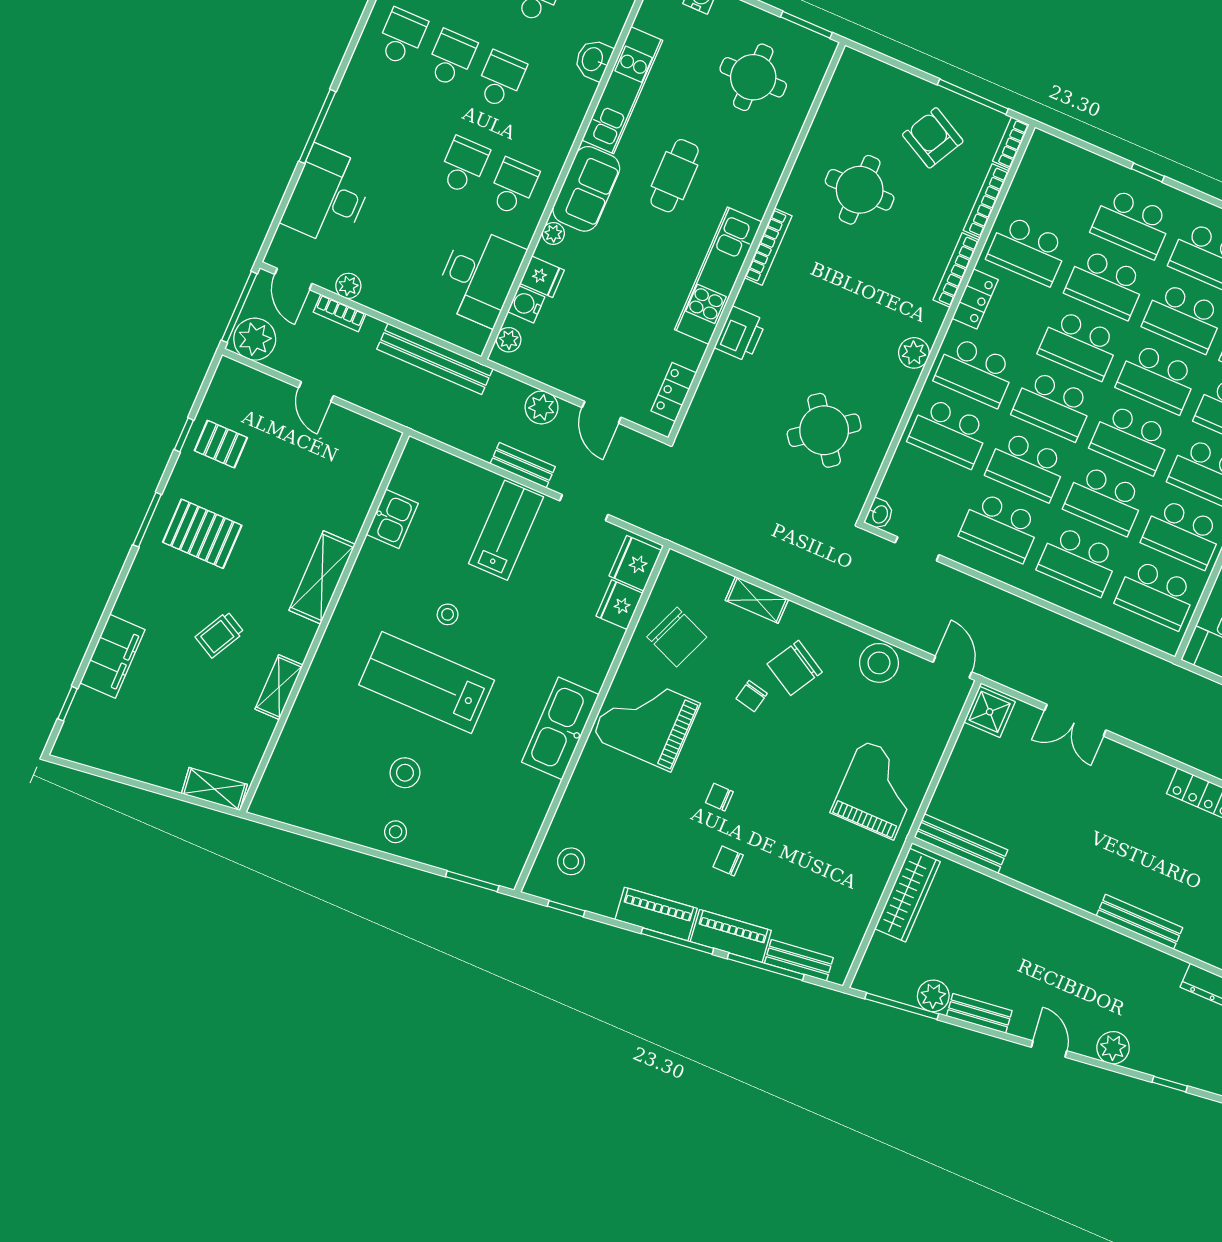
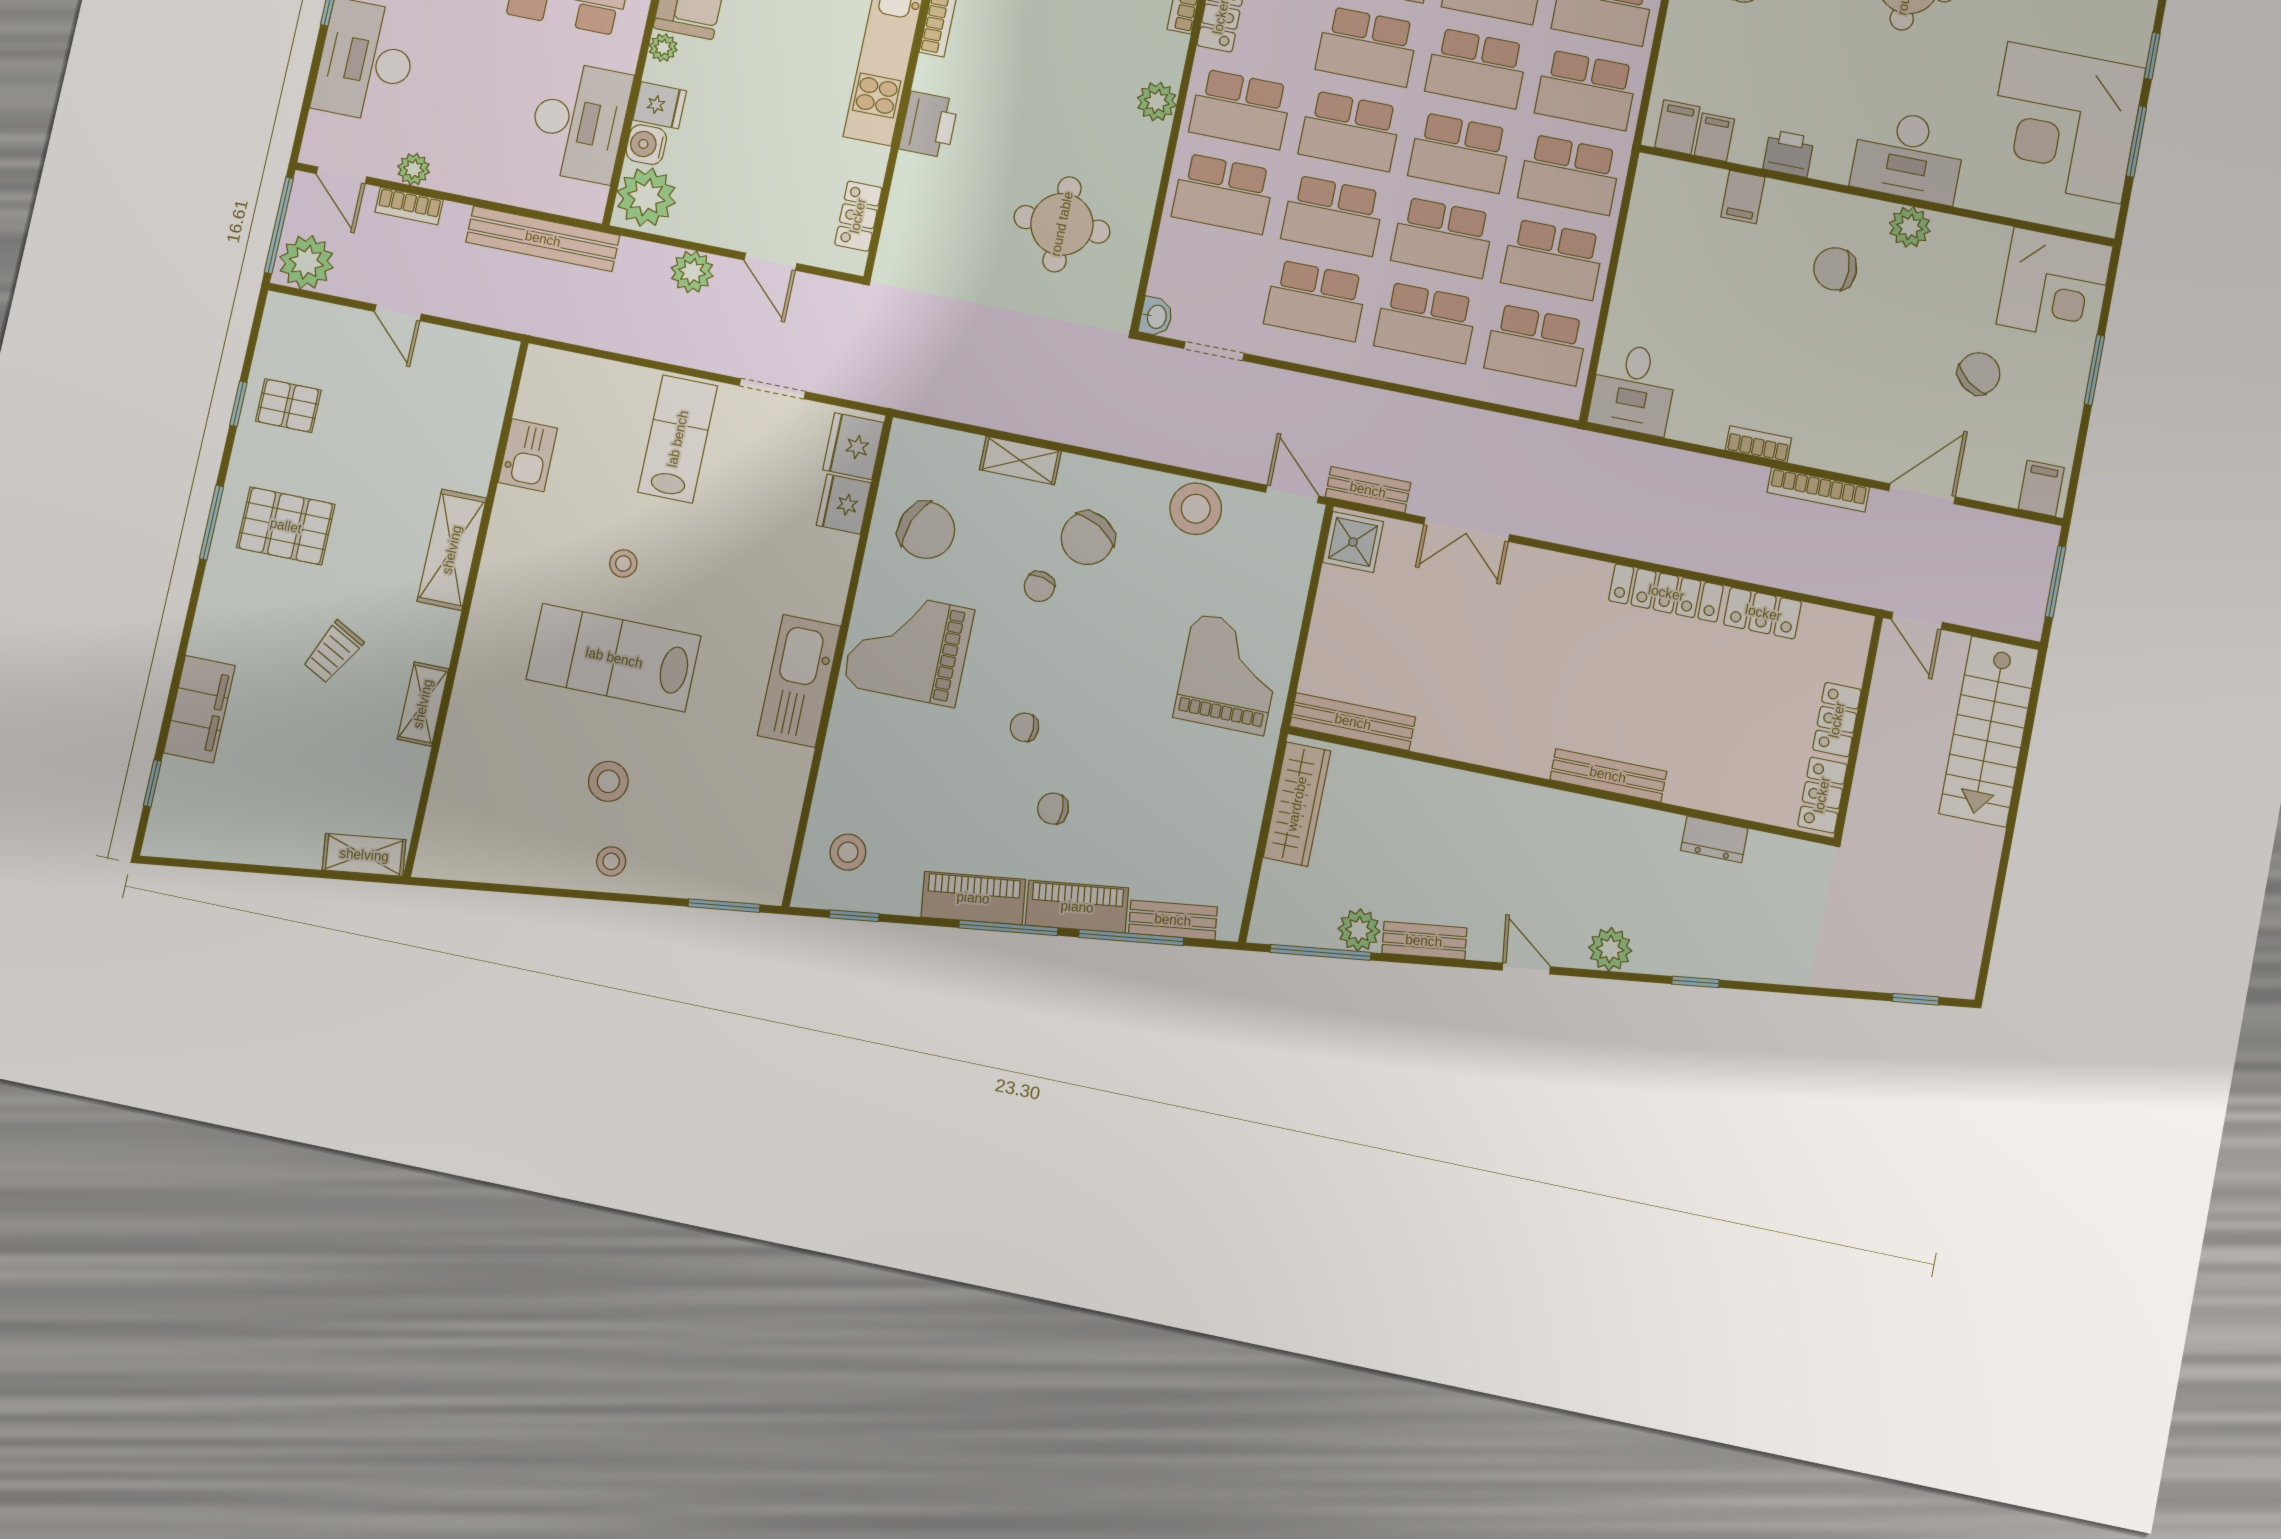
plant: (509, 340) -> (646, 197), width x1.88, depth x1.88
round table: (824, 430) -> (1062, 224), turned 37
bench: (523, 465) -> (1368, 490), moved

